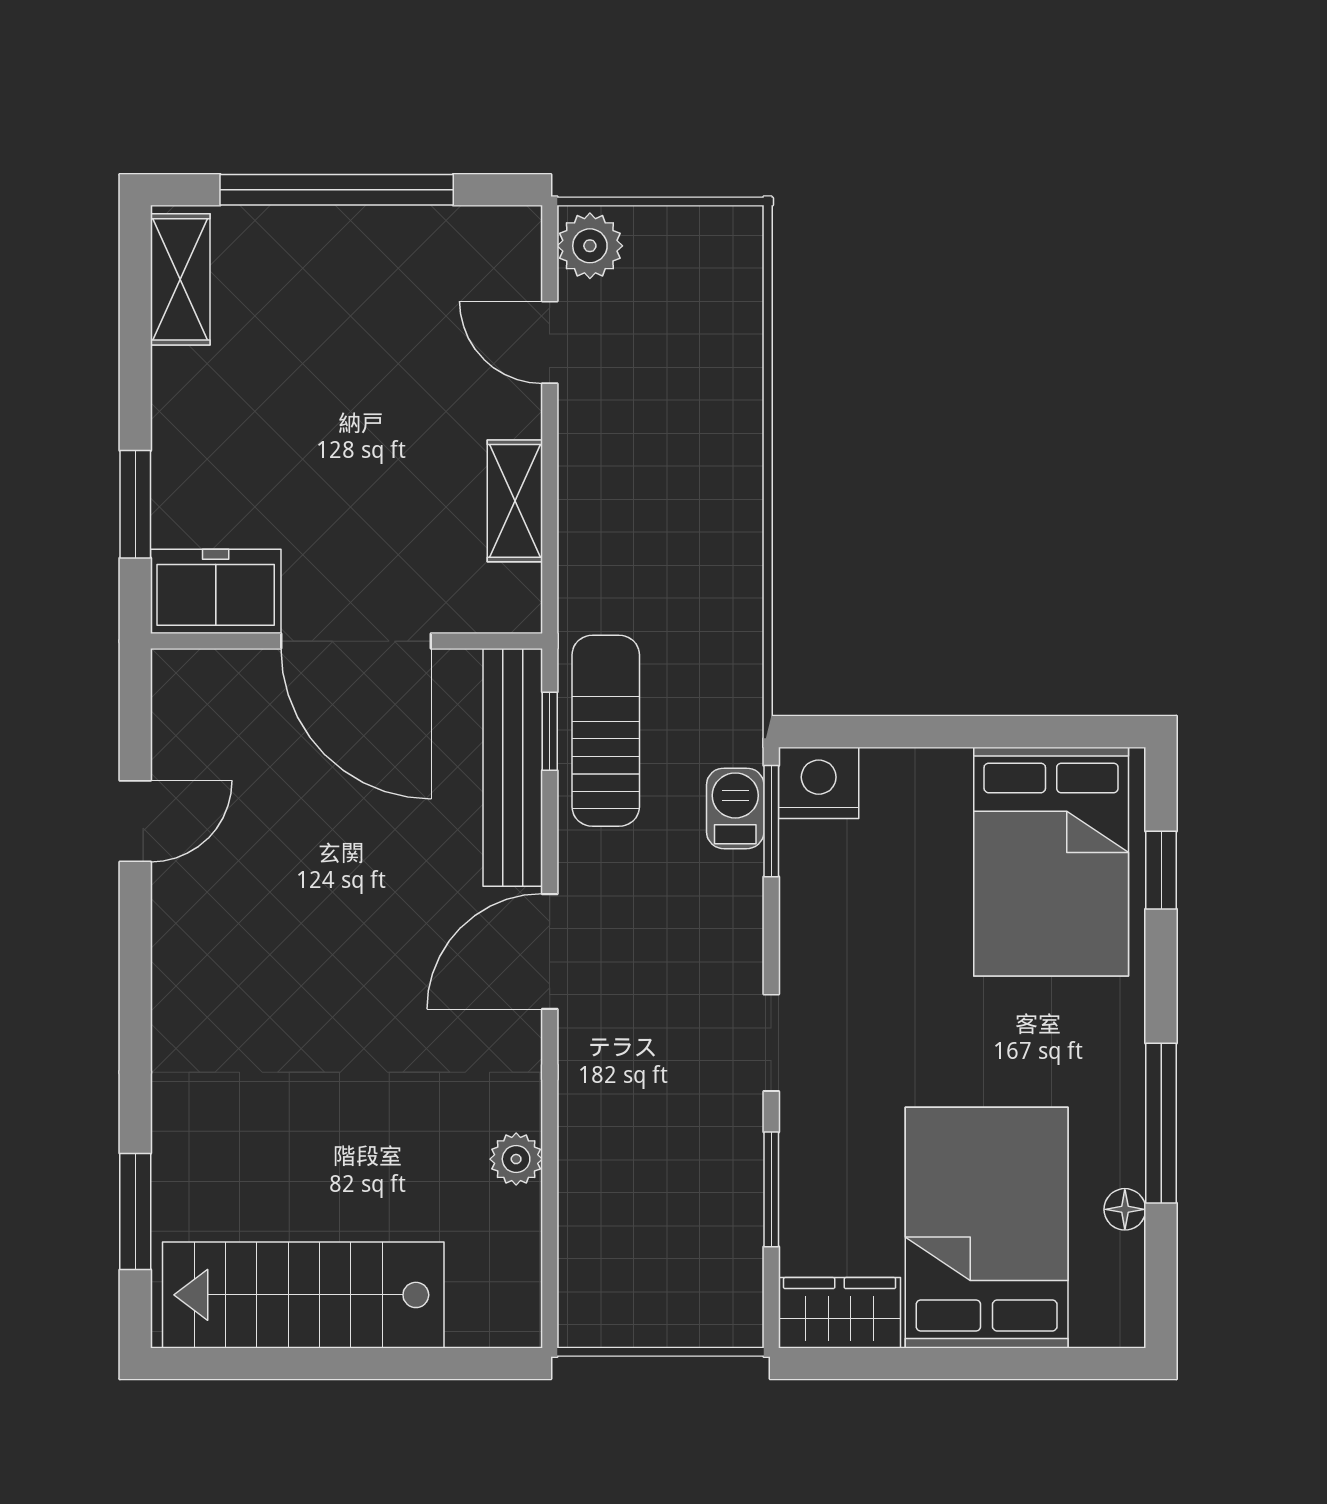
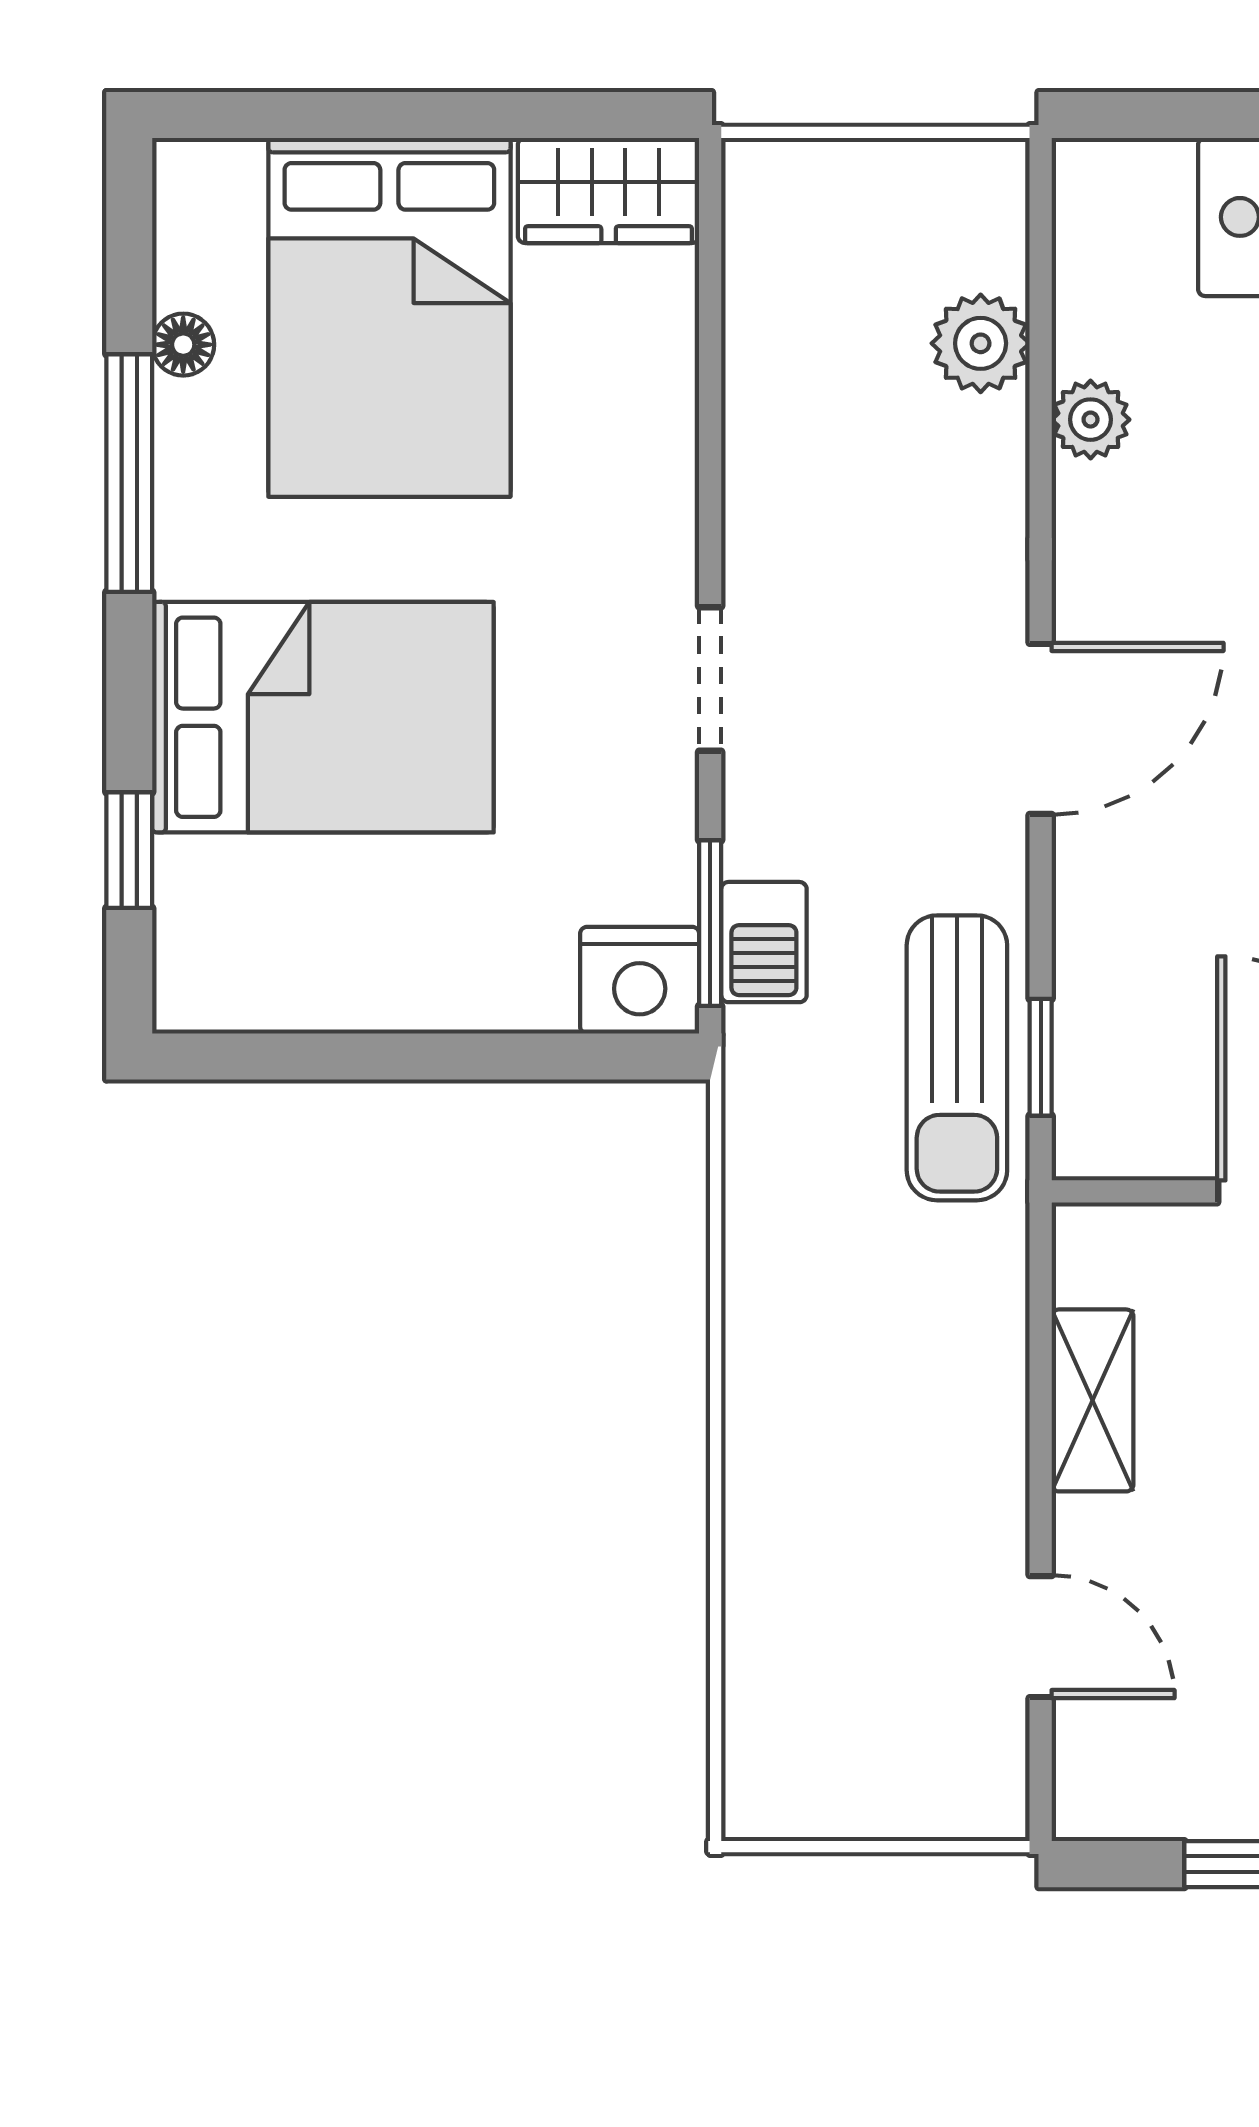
plant: (590, 246) -> (981, 343), moved
bench: (513, 767) -> (1096, 1003), removed
bed: (1051, 862) -> (323, 717), moved, turned 90
doorway: (771, 1043) -> (710, 679), moved
window: (771, 1189) -> (710, 374), removed

